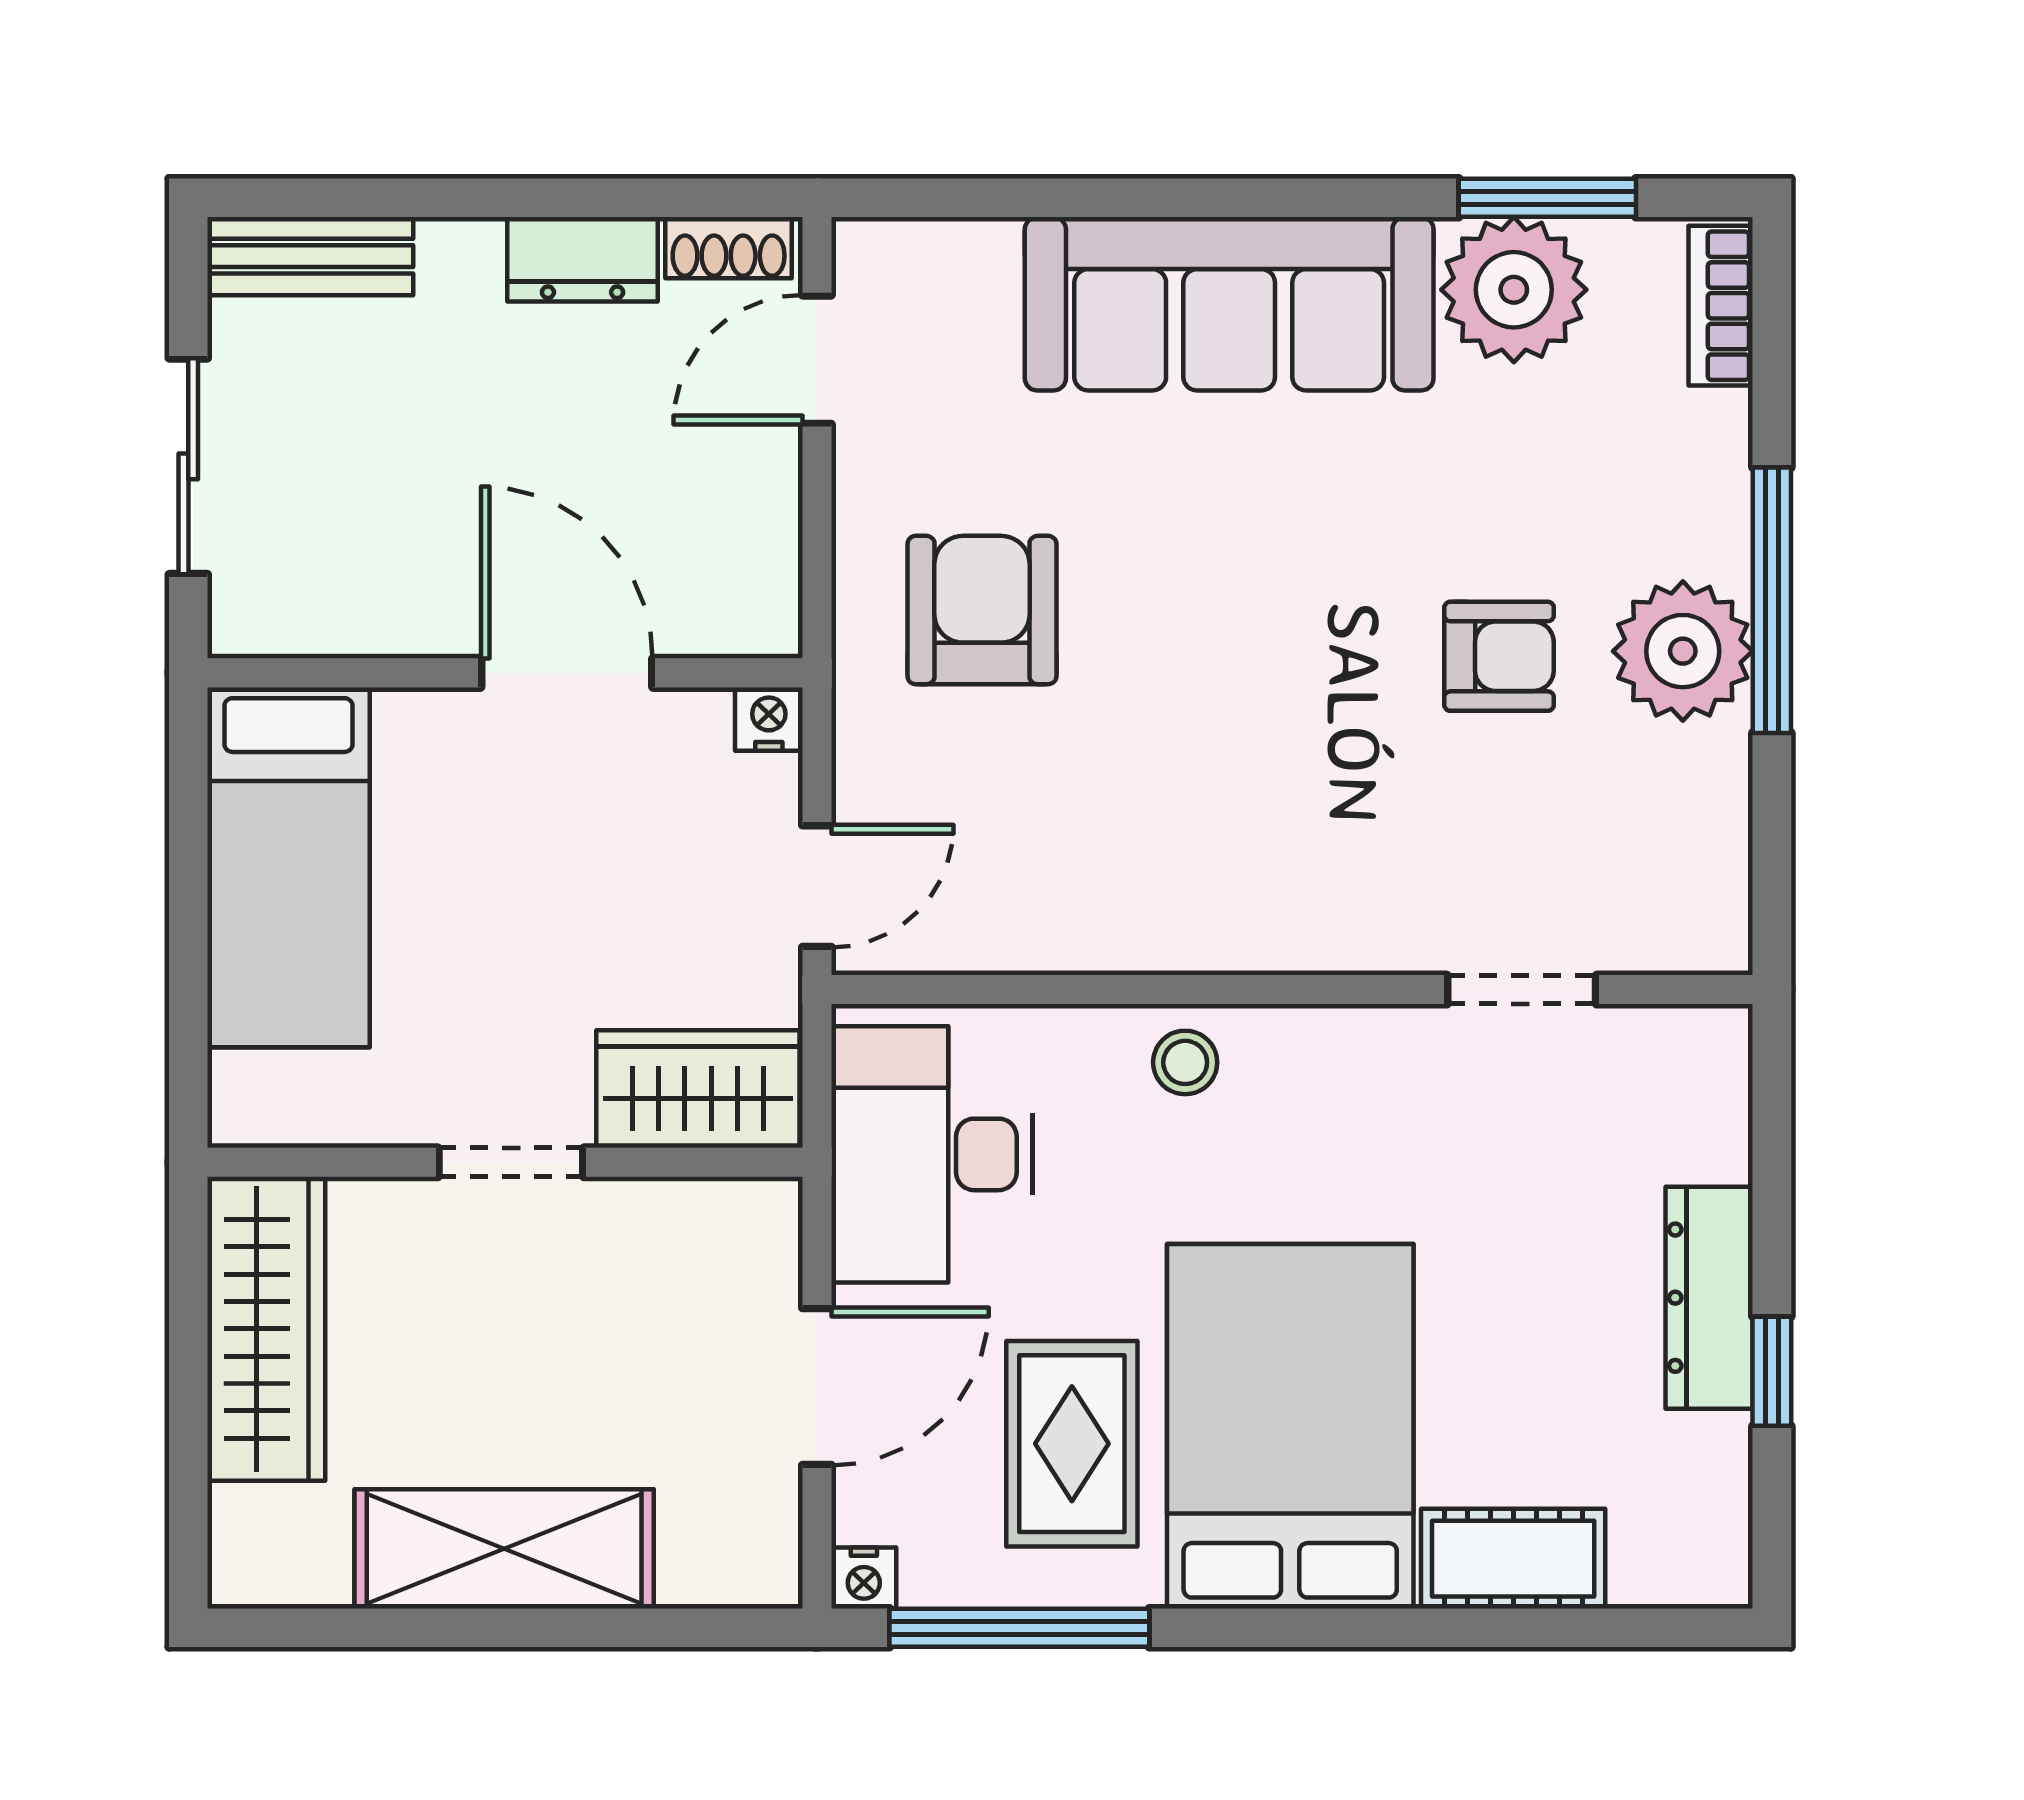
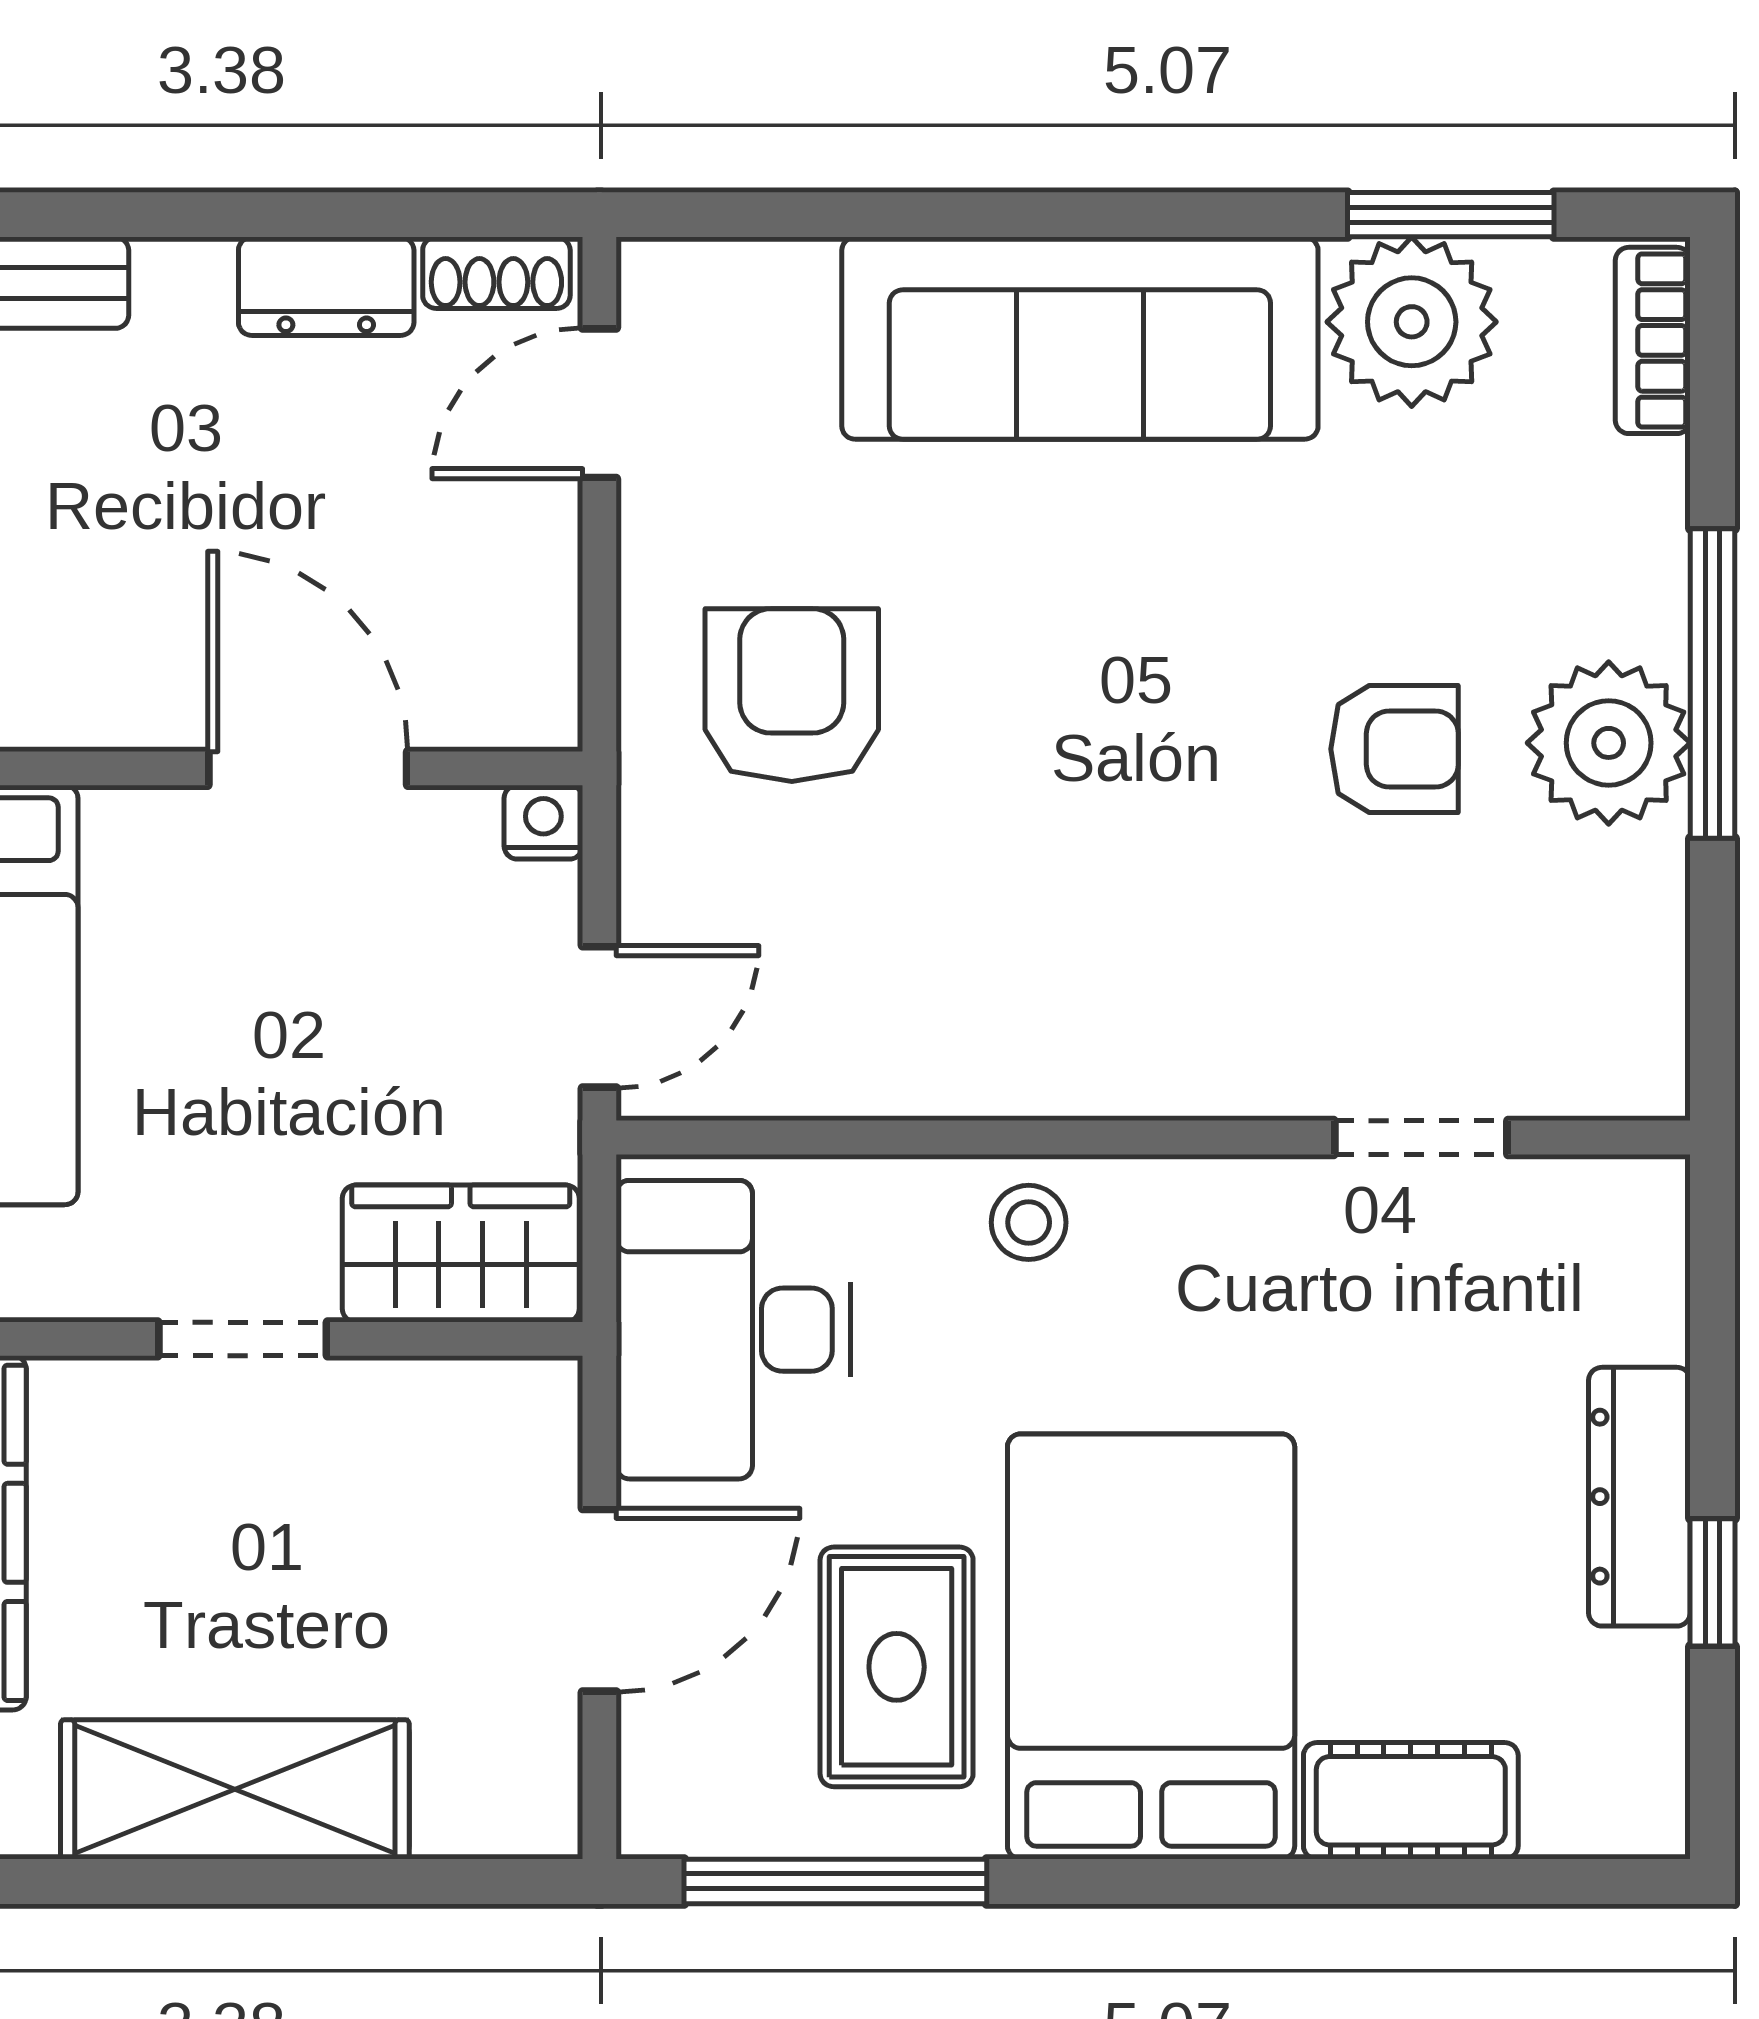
nightstand: (864, 1578) -> (654, 1823), removed

